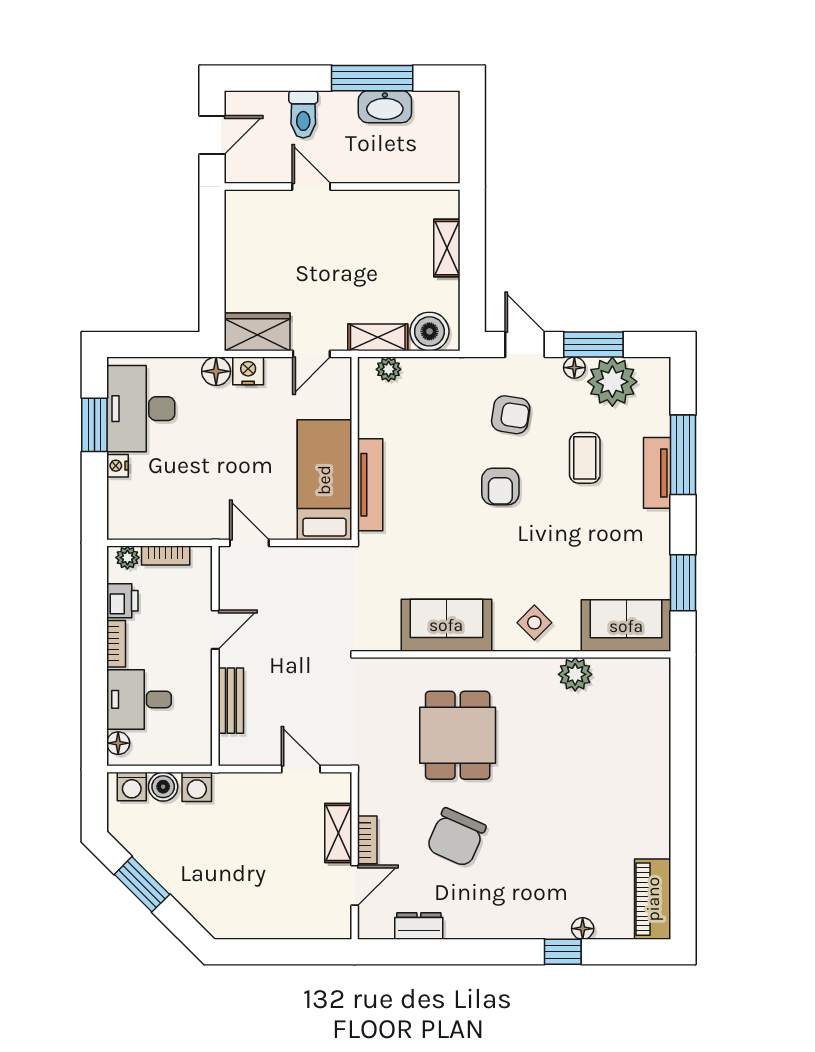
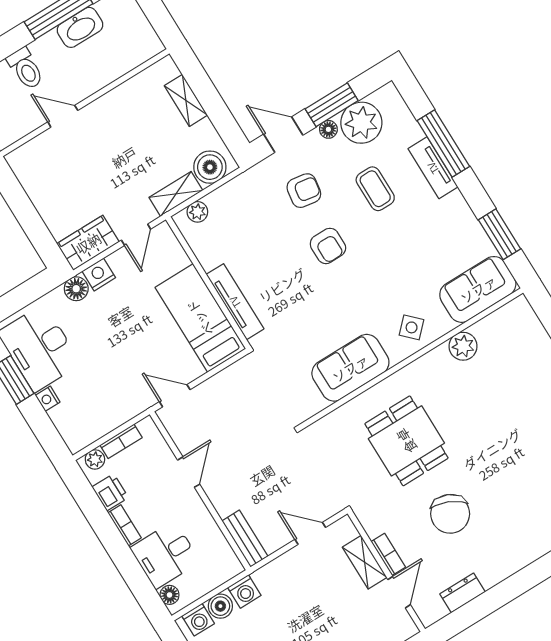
bench: (231, 701) -> (245, 539), moved

